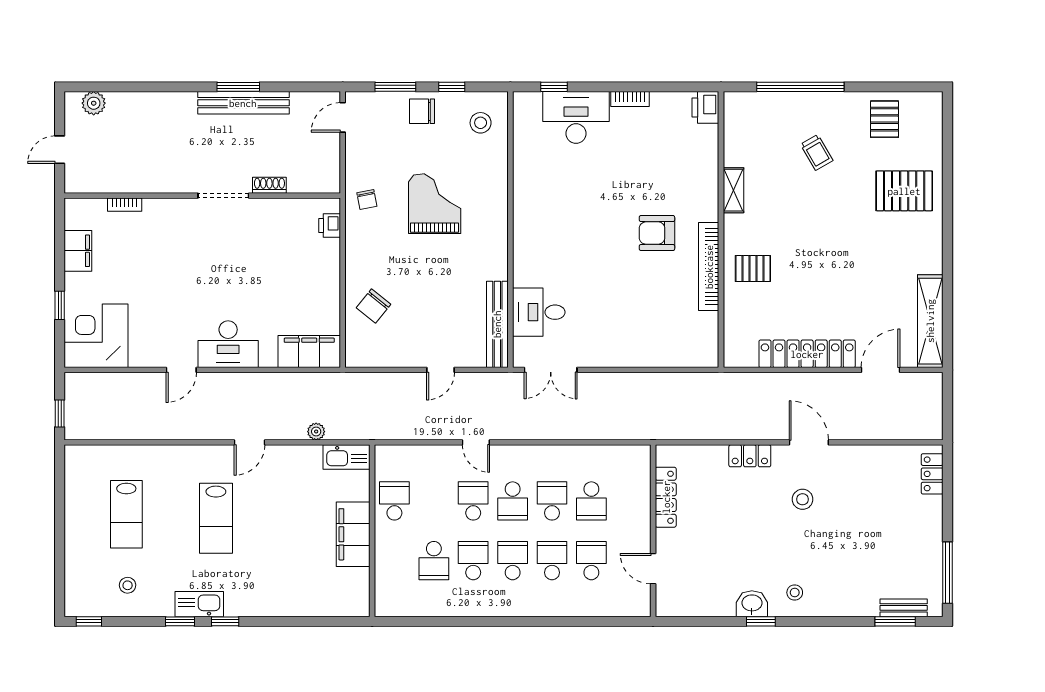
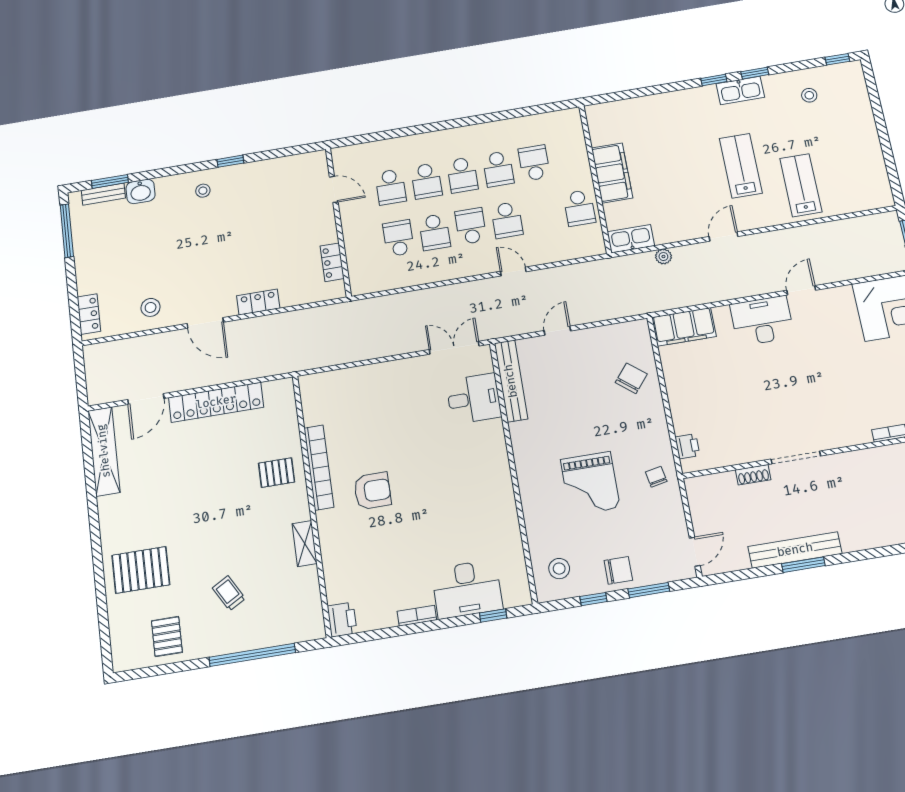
locker: (666, 497) -> (332, 262), width x0.66
stool: (803, 499) -> (151, 307), moved
lab bench: (126, 514) -> (801, 185), moved
washbasin: (752, 604) -> (141, 191), moved

